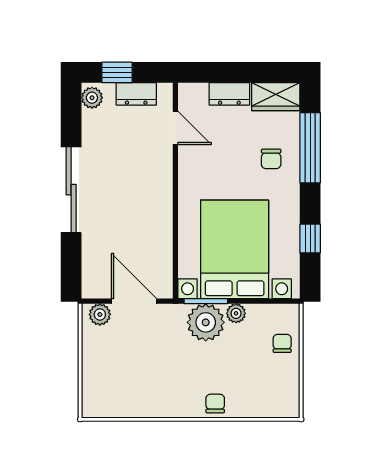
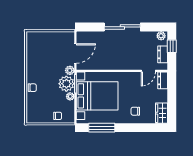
dresser: (229, 94) -> (163, 80), moved
window: (310, 148) -> (140, 128), removed
window: (310, 238) -> (102, 128), width x2.17
plant: (100, 314) -> (70, 70), moved

